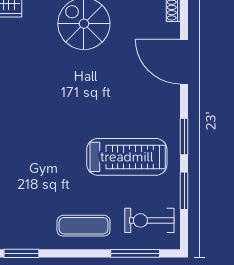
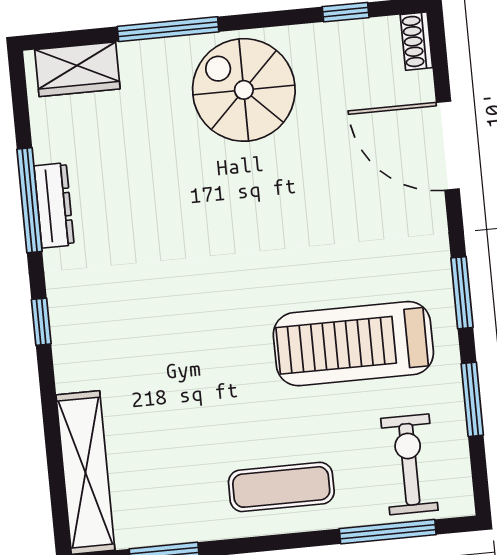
treadmill: (127, 157) -> (353, 344), turned 180
exercise bike: (149, 220) -> (409, 464), turned 90

